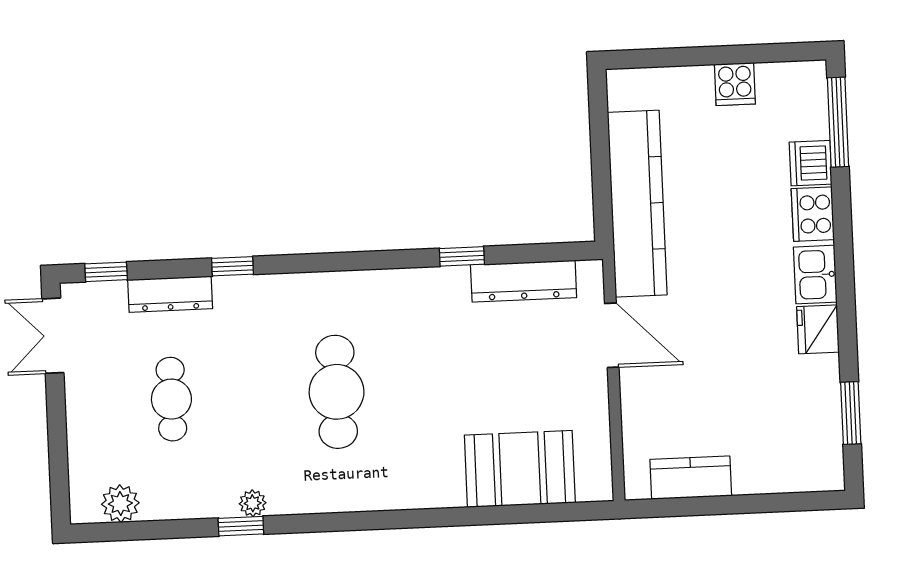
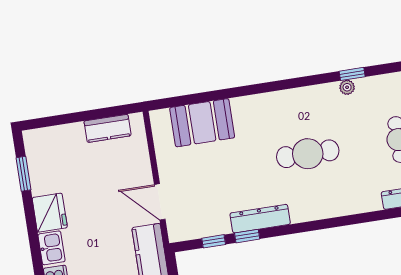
window: (232, 266) -> (214, 241), moved
dresser: (524, 281) -> (260, 219), moved
fridge: (818, 329) -> (50, 213), width x1.36, depth x1.34
cafe table: (337, 392) -> (308, 154), turned 90

